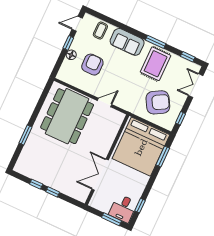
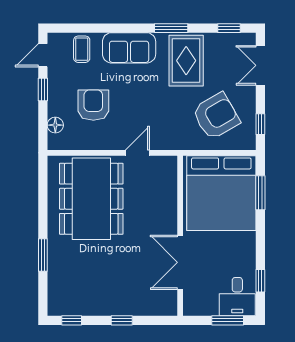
floor lamp: (71, 55) -> (55, 125), moved
window: (36, 184) -> (72, 320), moved

